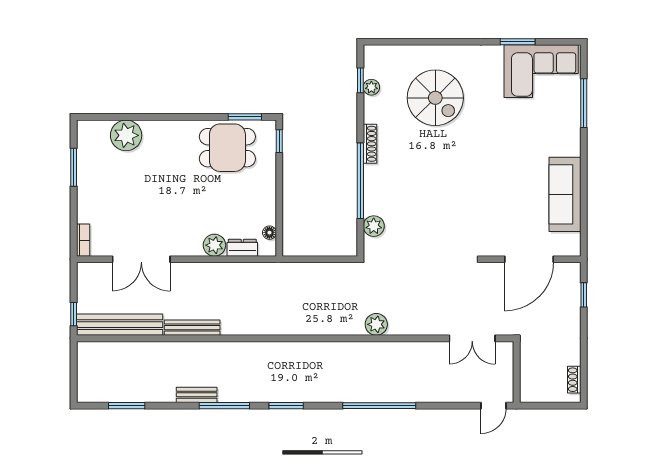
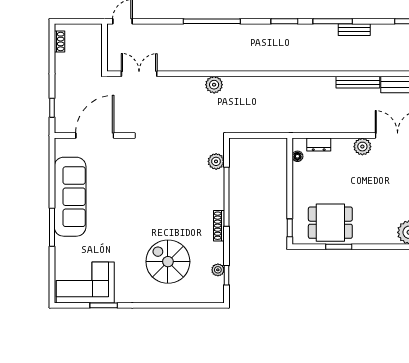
window: (584, 103) -> (52, 227), moved
window: (245, 117) -> (339, 247), moved
sofa: (565, 194) -> (70, 197), width x1.36, depth x1.27
plant: (214, 245) -> (362, 147), moved

